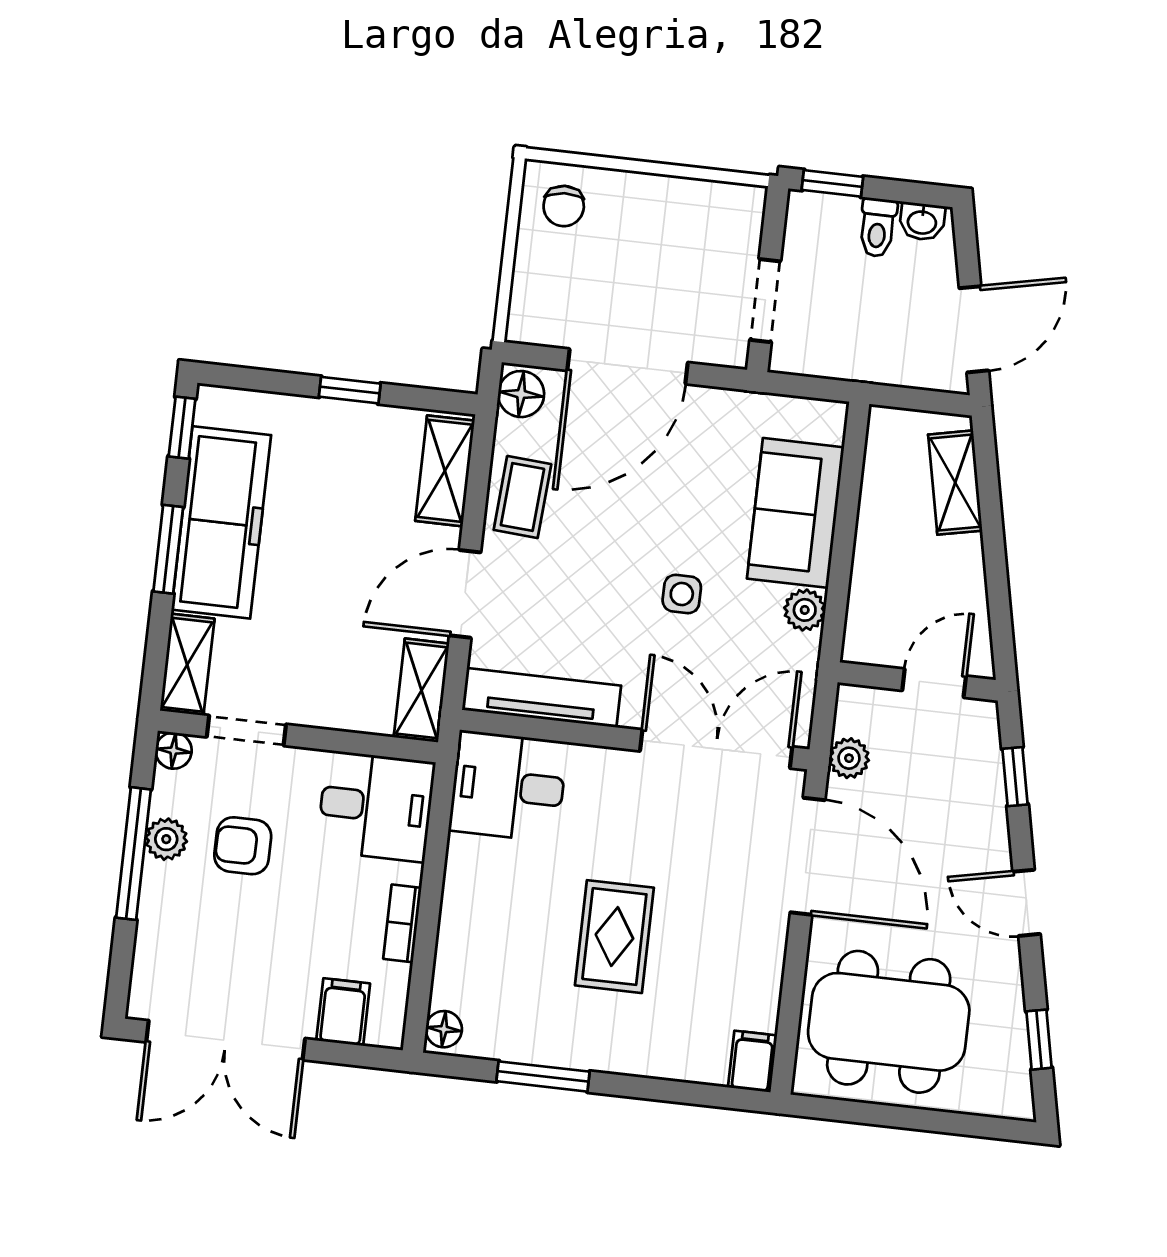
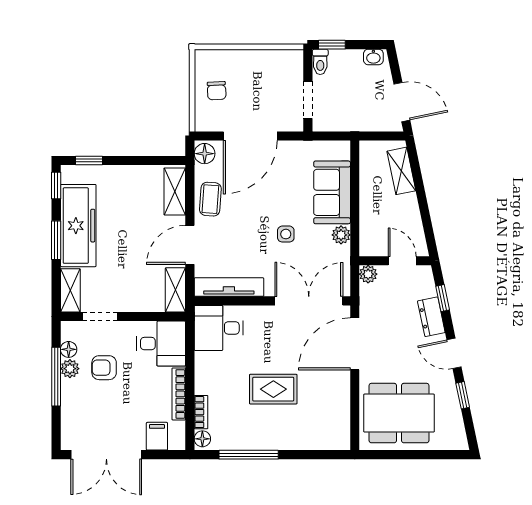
chair: (564, 206) -> (217, 91), moved
toilet: (878, 227) -> (320, 62), moved
door: (974, 329) -> (402, 102), hinge flipped
window: (350, 390) -> (89, 161), moved
door: (934, 683) -> (402, 261), hinge flipped
floor lamp: (174, 751) -> (69, 349), moved
plant: (849, 758) -> (368, 274), moved
dresser: (985, 815) -> (431, 317), added
door: (808, 856) -> (355, 344), swing flipped
bookcase: (402, 923) -> (179, 394), width x1.56
rug: (614, 937) -> (273, 389), turned 90
bookcase: (448, 969) -> (201, 412), added
window: (1039, 1040) -> (463, 395), moved
filing cabinet: (753, 1061) -> (341, 437), removed
window: (543, 1076) -> (249, 455), width x1.44

